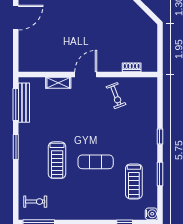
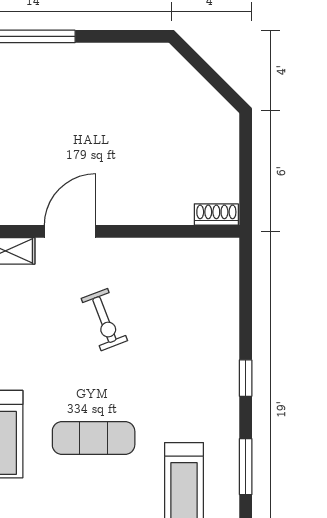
shoe rack: (132, 67) -> (216, 215), moved
exercise bike: (116, 96) -> (104, 320), moved

